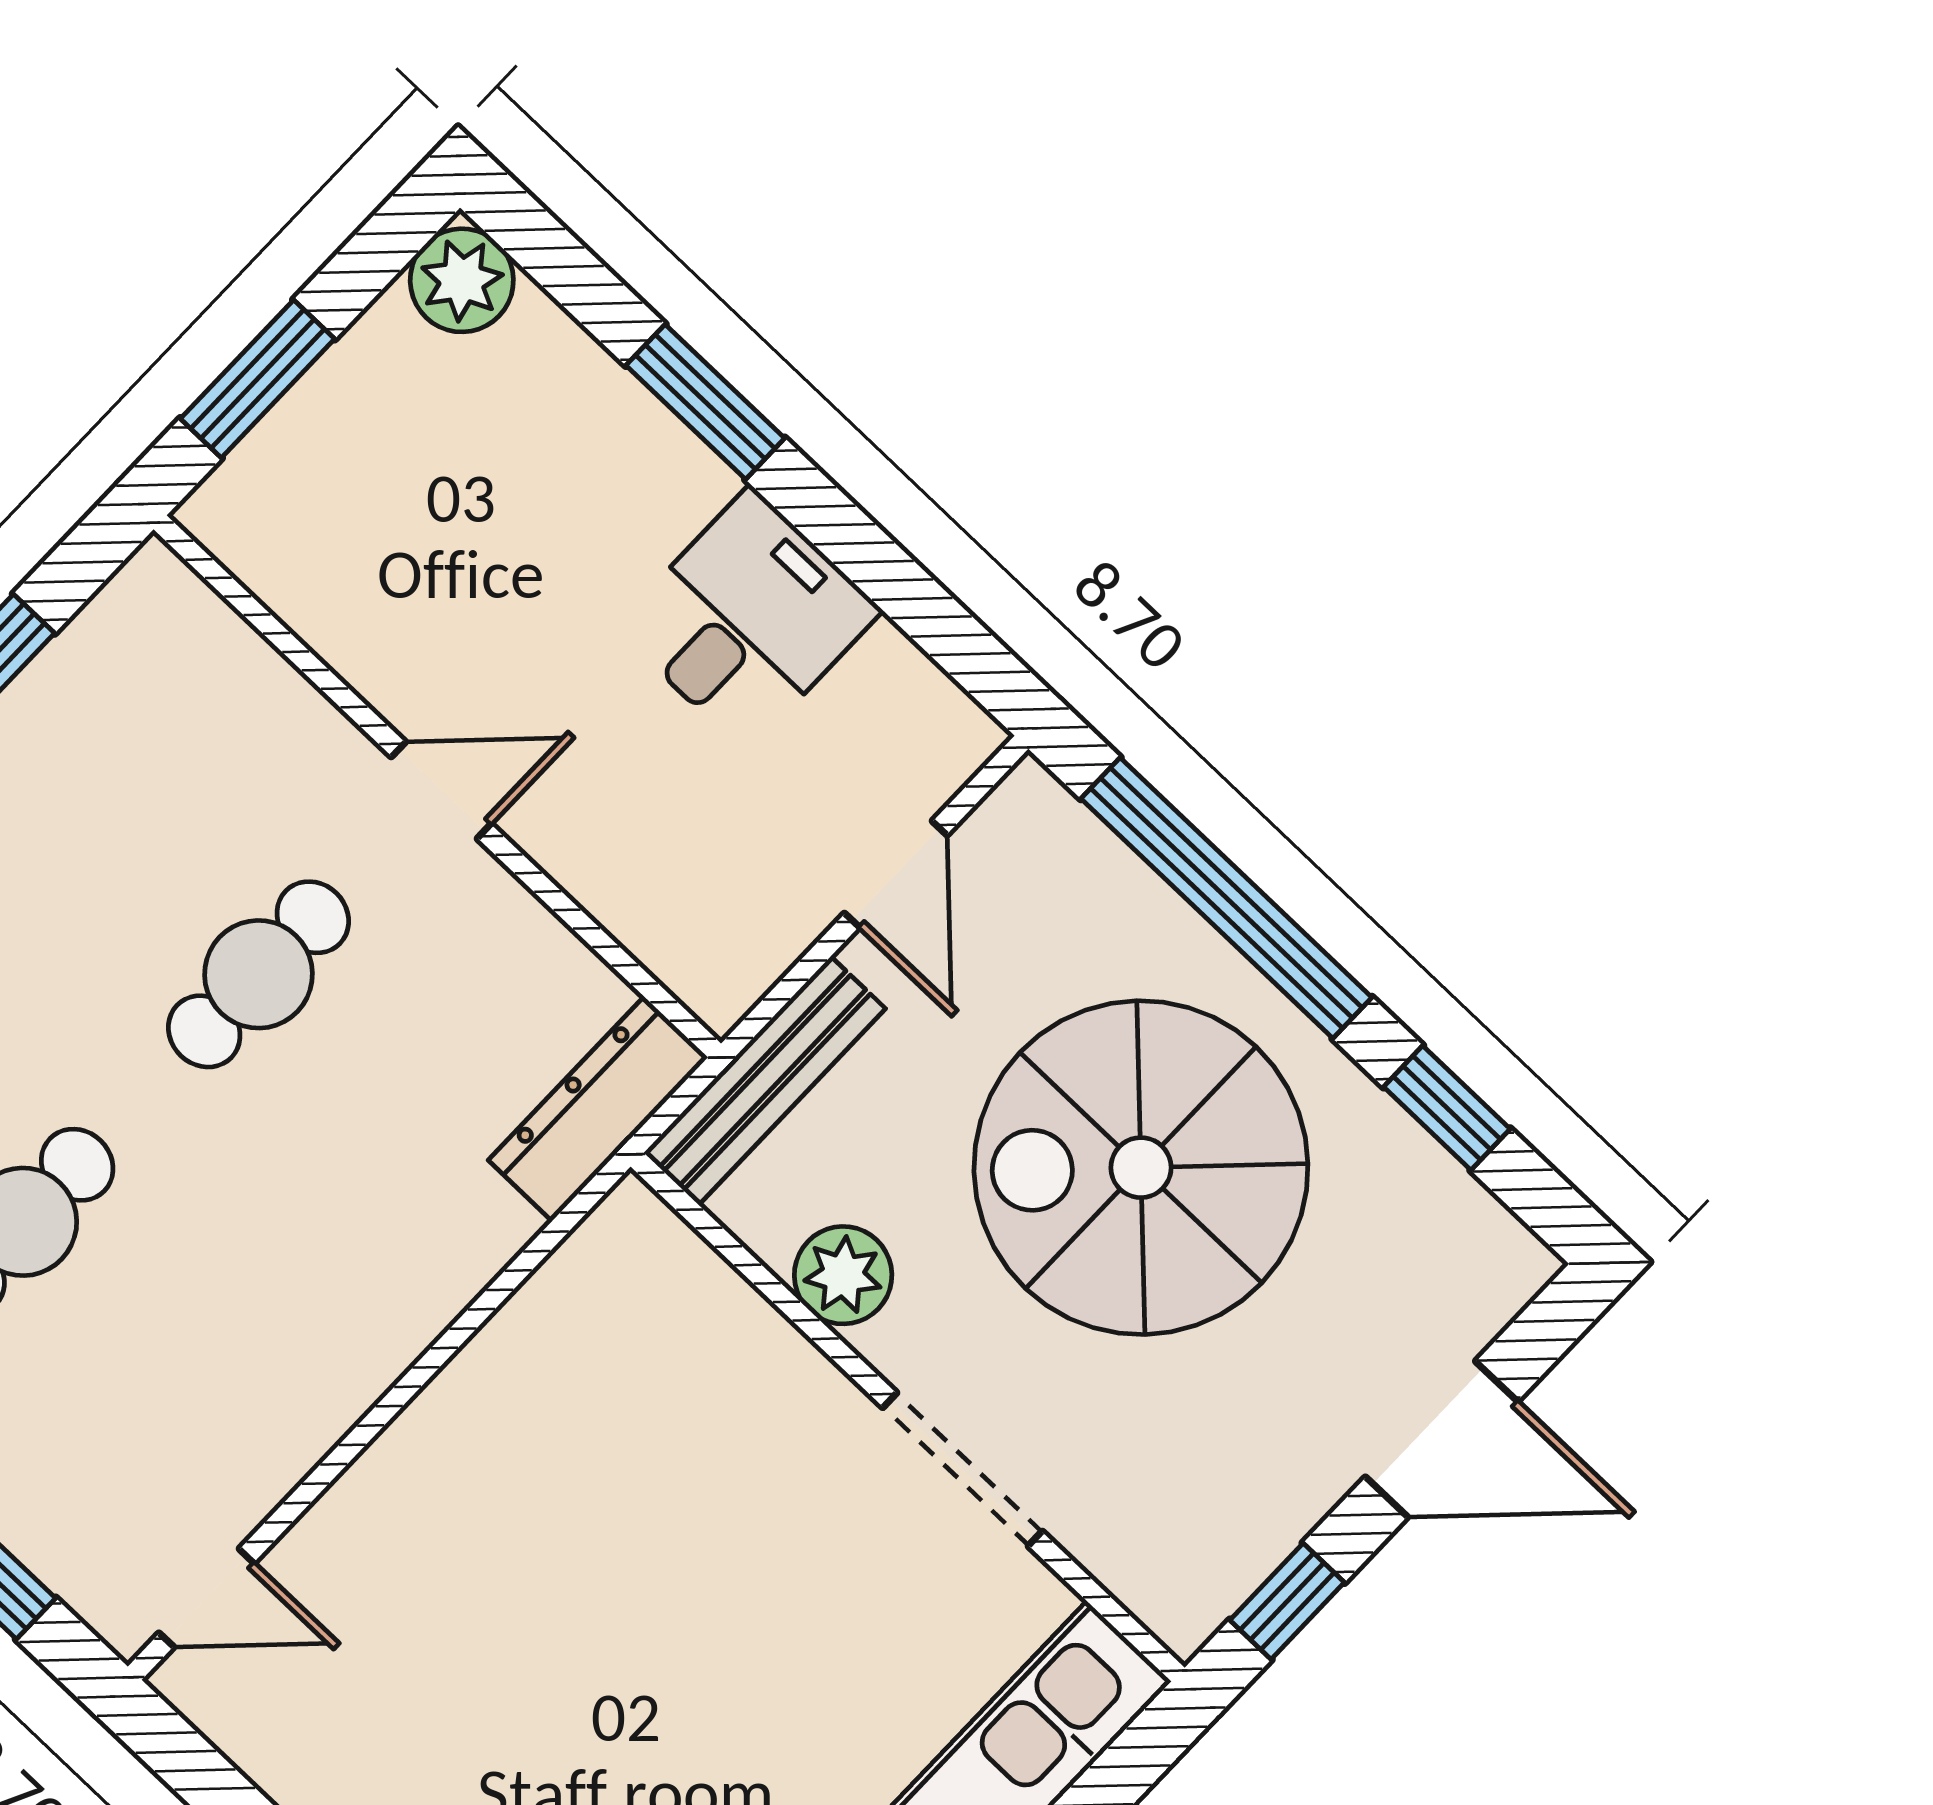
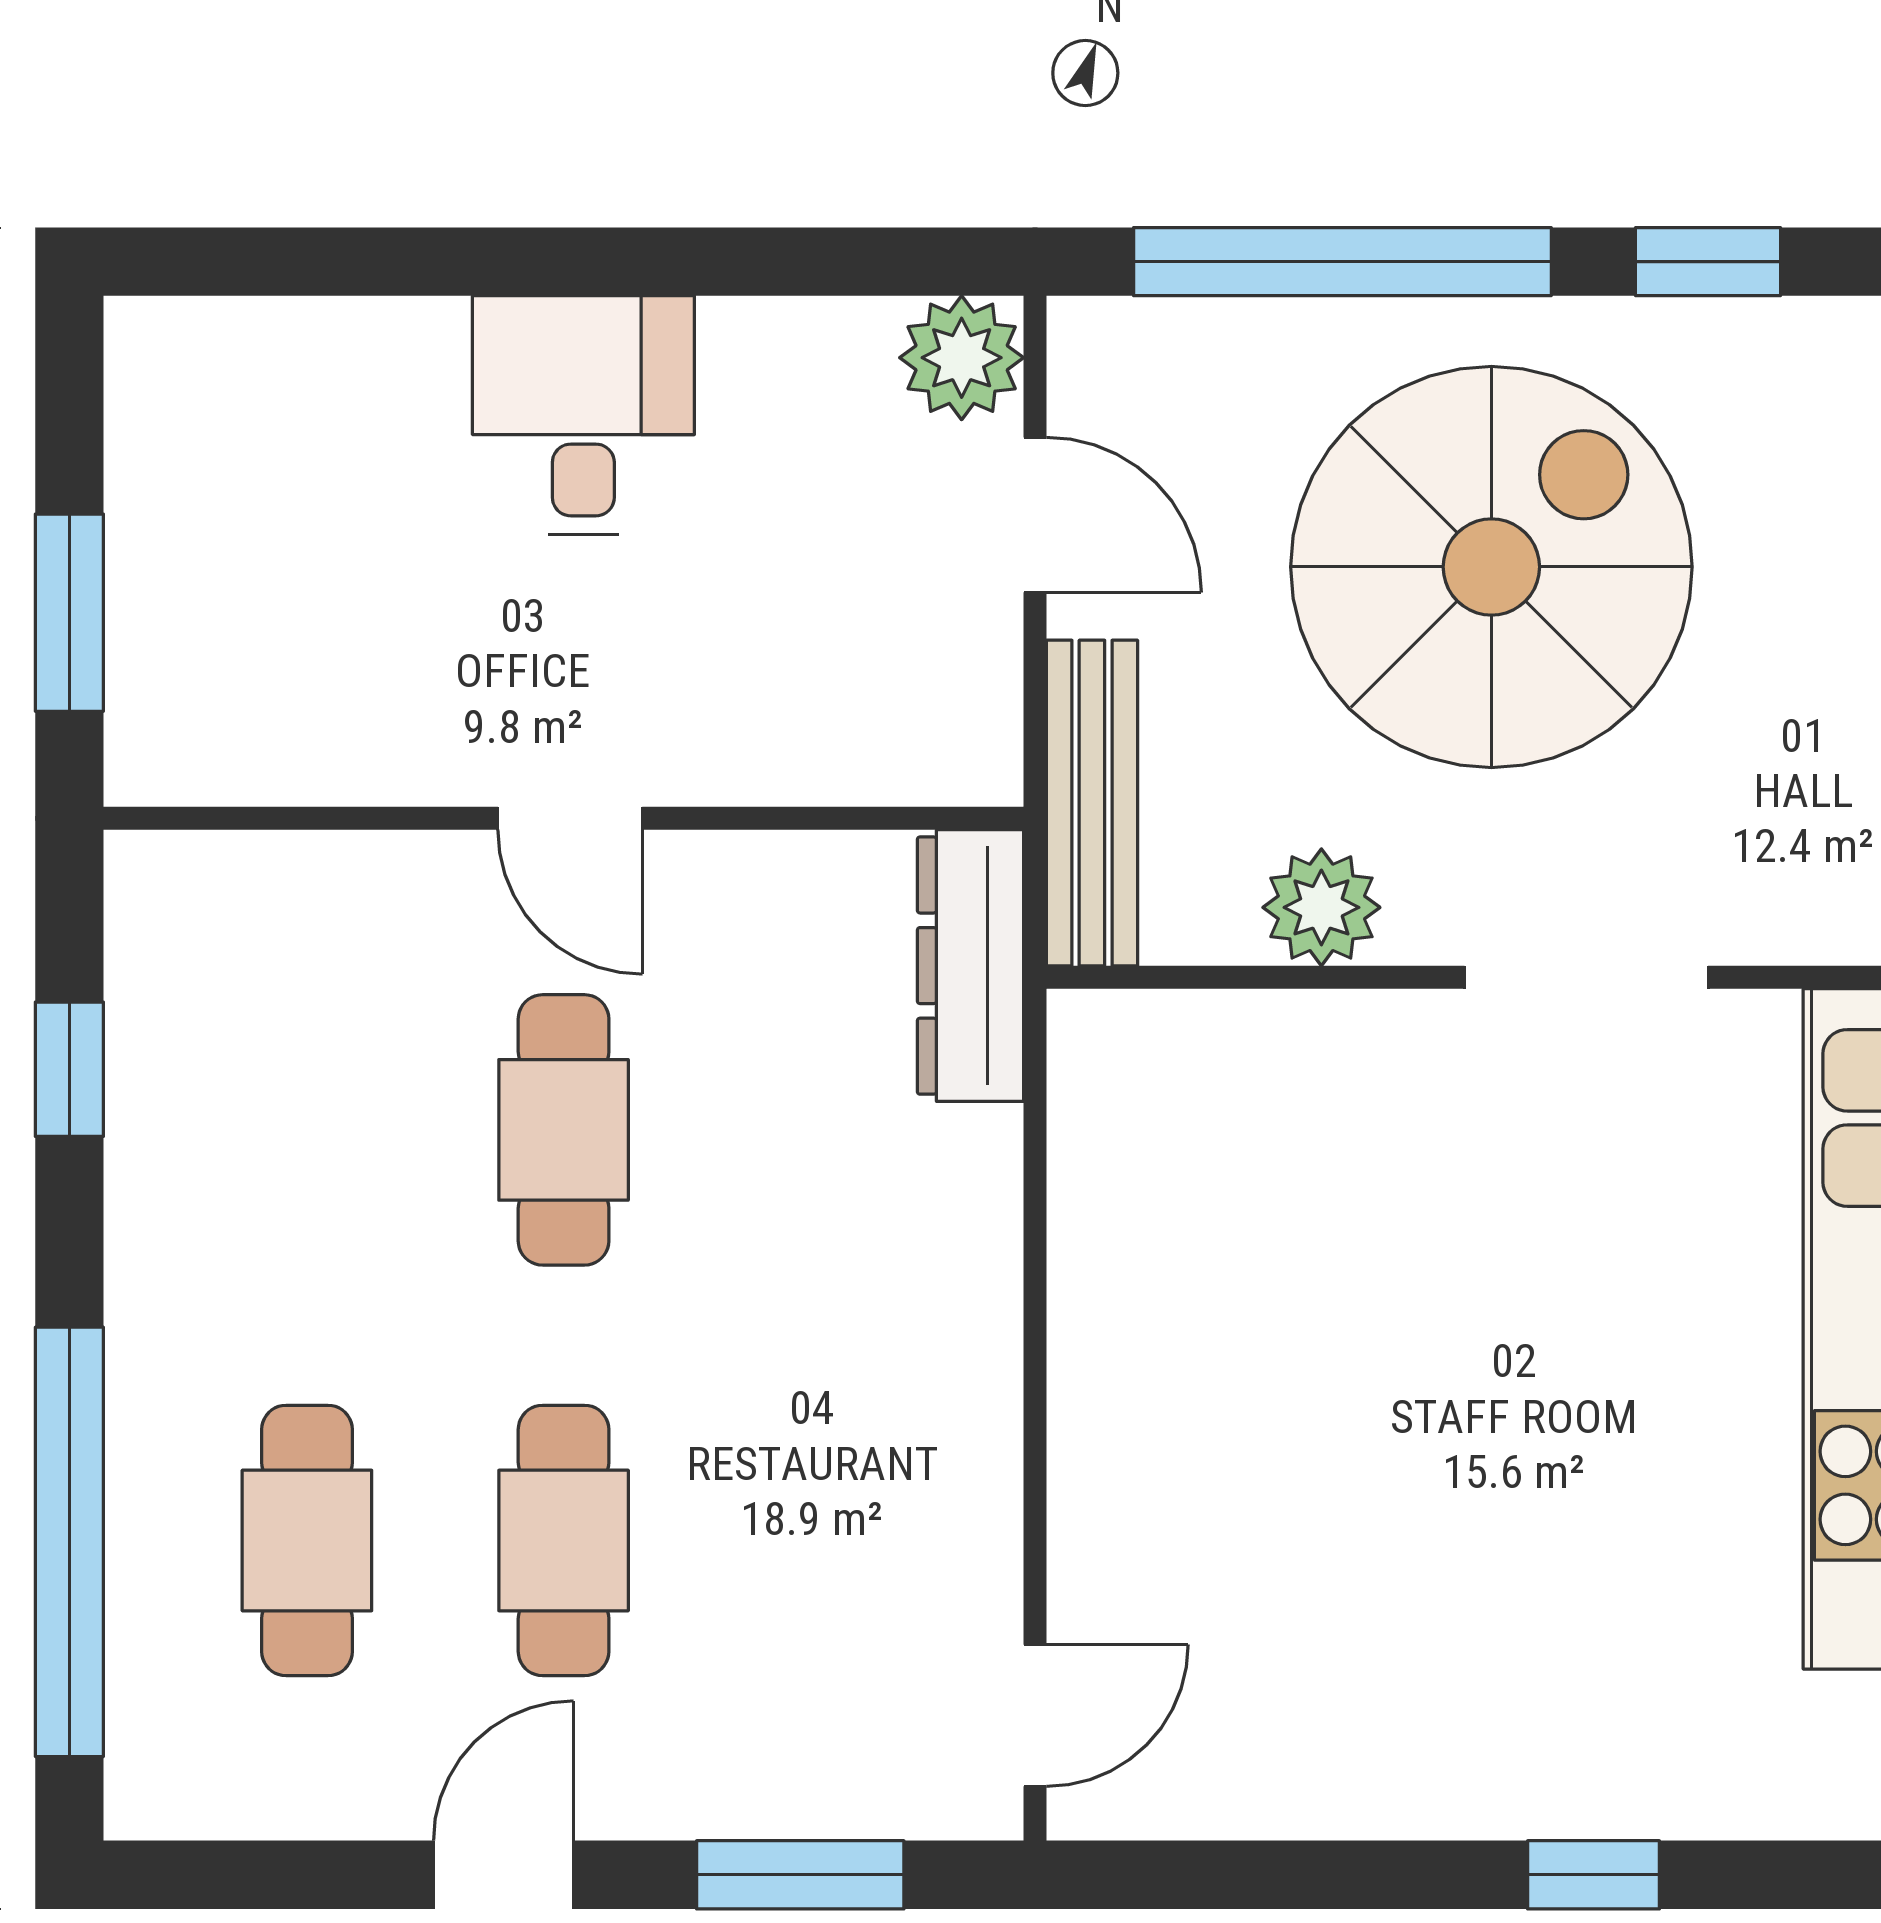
plant: (462, 280) -> (962, 358), moved
window: (705, 402) -> (478, 262), removed
desk: (748, 619) -> (583, 415), moved
door: (441, 790) -> (570, 818), swing flipped
spiral stairs: (1141, 1168) -> (1491, 567), turned 180

